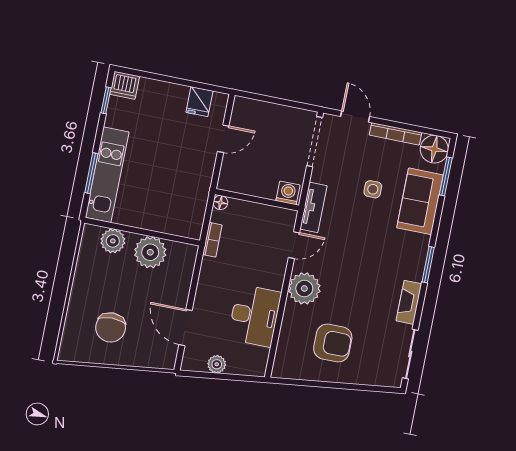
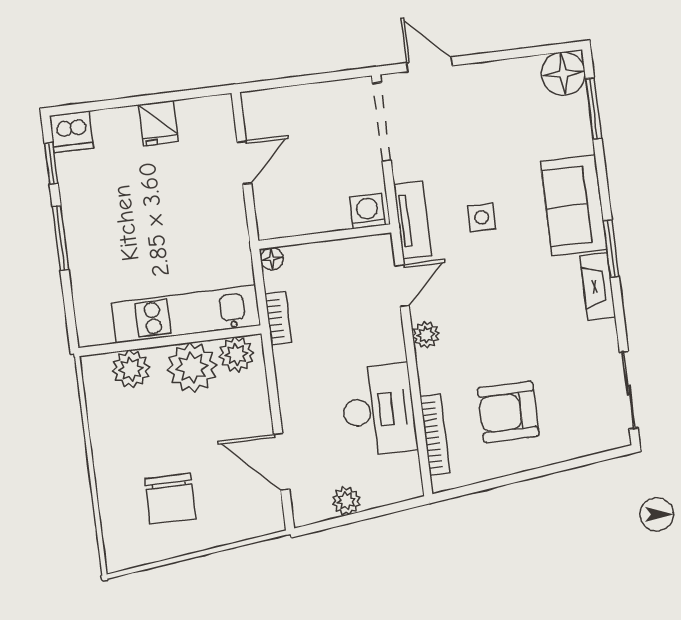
fridge: (199, 102) -> (158, 123), moved
bookcase: (395, 134) -> (435, 434), moved, turned -90
window: (91, 173) -> (60, 238), moved
kitchen unit: (107, 175) -> (186, 314), moved, turned -90
side table: (373, 189) -> (482, 217), moved
sofa: (420, 201) -> (574, 205), moved
plant: (180, 253) -> (236, 354), added
plant: (304, 288) -> (426, 335), width x0.53, depth x0.53
fireplace: (409, 302) -> (598, 286), moved
armchair: (333, 343) -> (508, 412), turned 180

